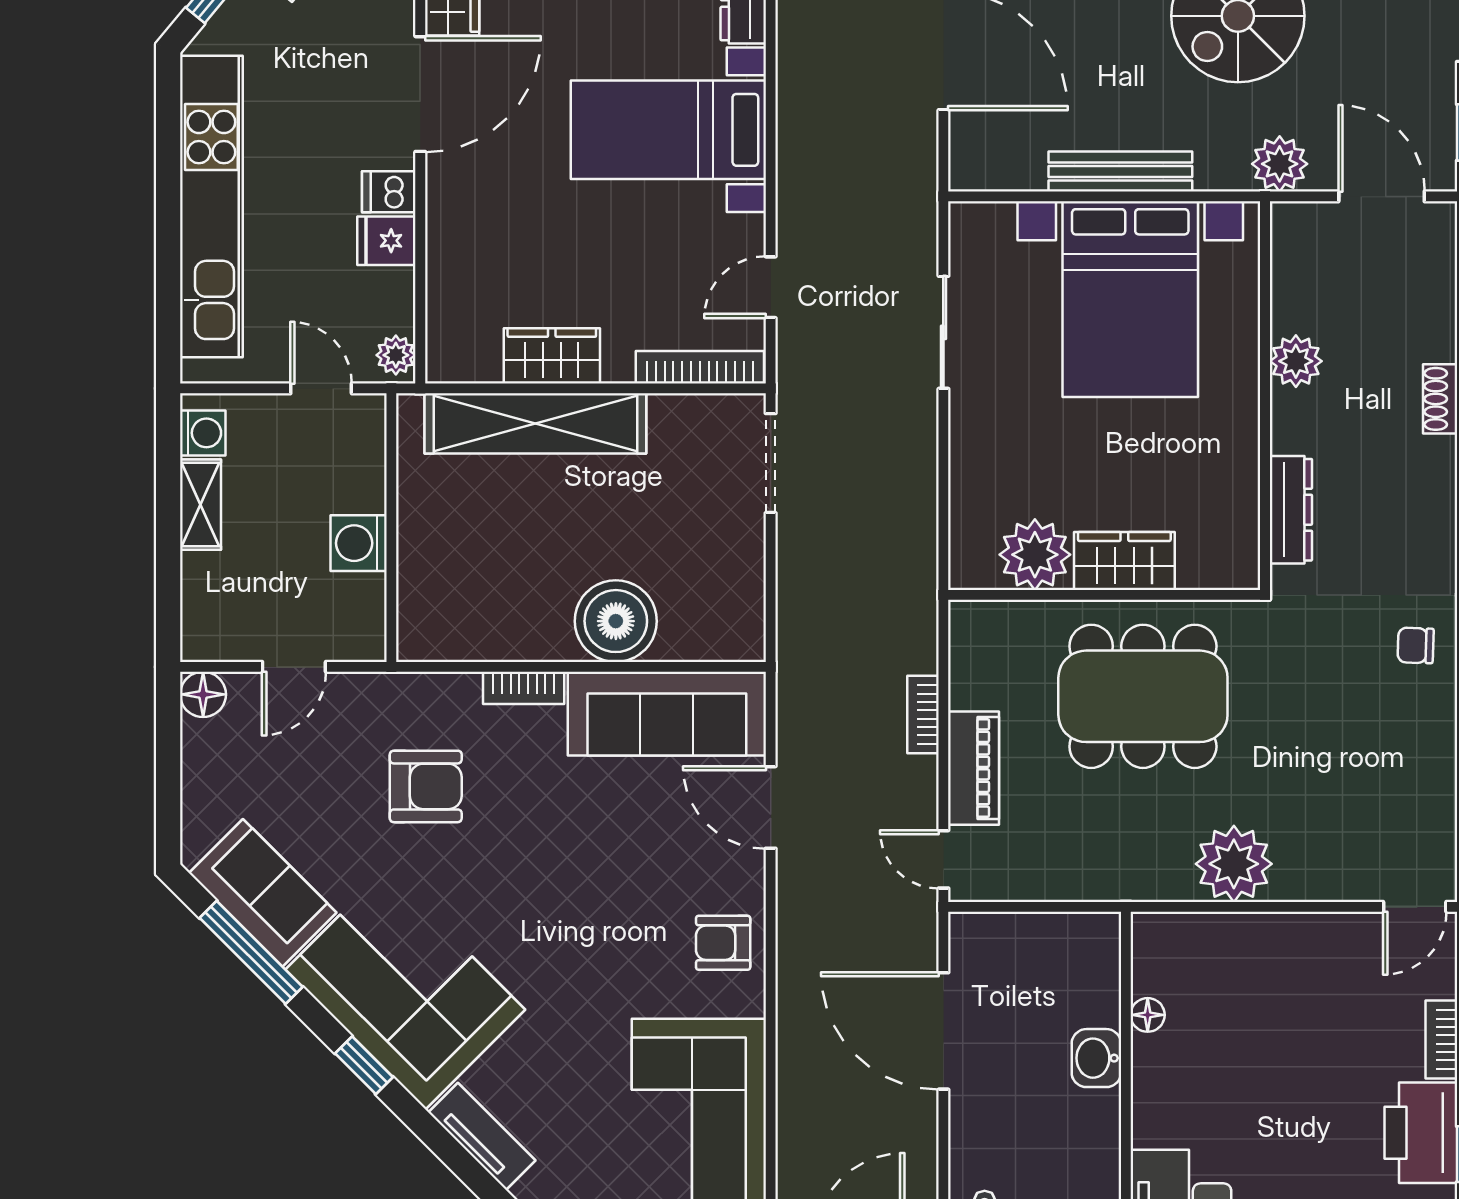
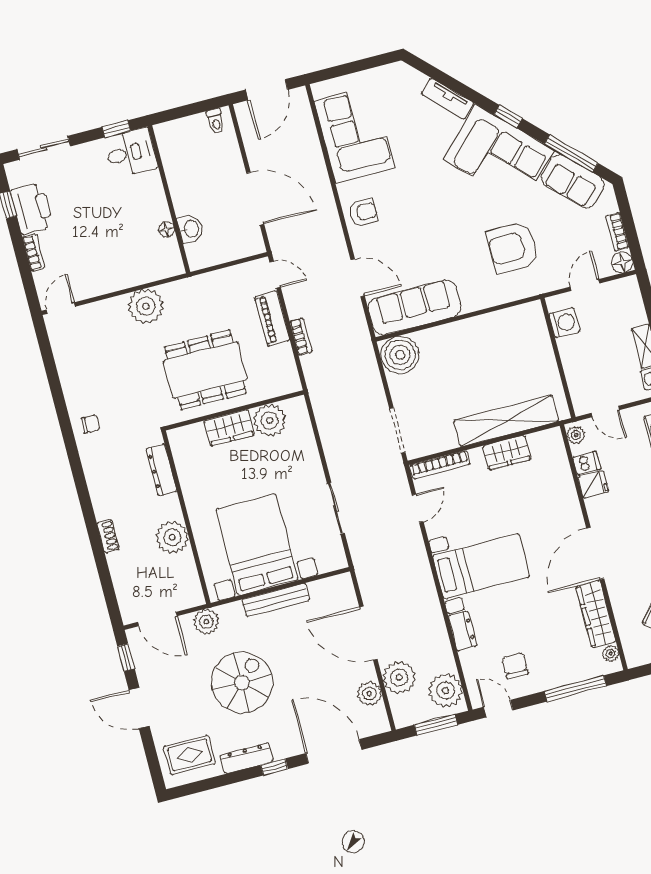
dishwasher: (389, 192) -> (587, 463), moved
plant: (1296, 361) -> (172, 537), width x1.36, depth x1.36
washing machine: (359, 543) -> (564, 323), moved
boiler: (616, 621) -> (400, 355), moved
bookcase: (524, 688) -> (617, 232), moved, turned -90
armchair: (426, 786) -> (513, 247), width x1.36, depth x1.36
washbasin: (1096, 1058) -> (191, 229), moved

